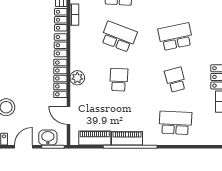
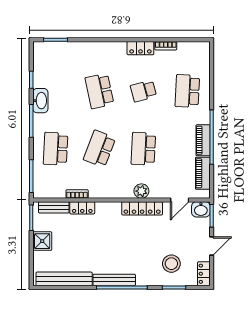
locker: (61, 45) -> (108, 208), removed
school desk: (119, 80) -> (143, 149), width x1.85
washbasin: (48, 138) -> (201, 209), moved, turned -90
door: (23, 147) -> (212, 246), swing flipped

